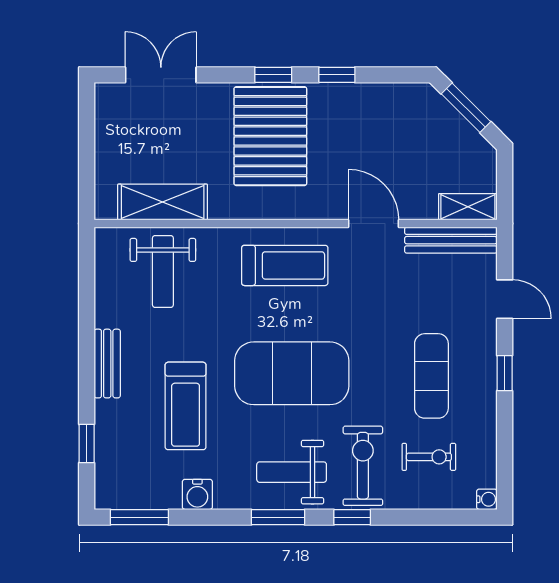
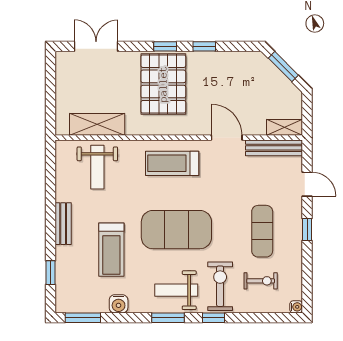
treadmill: (285, 265) -> (172, 163), turned 180

